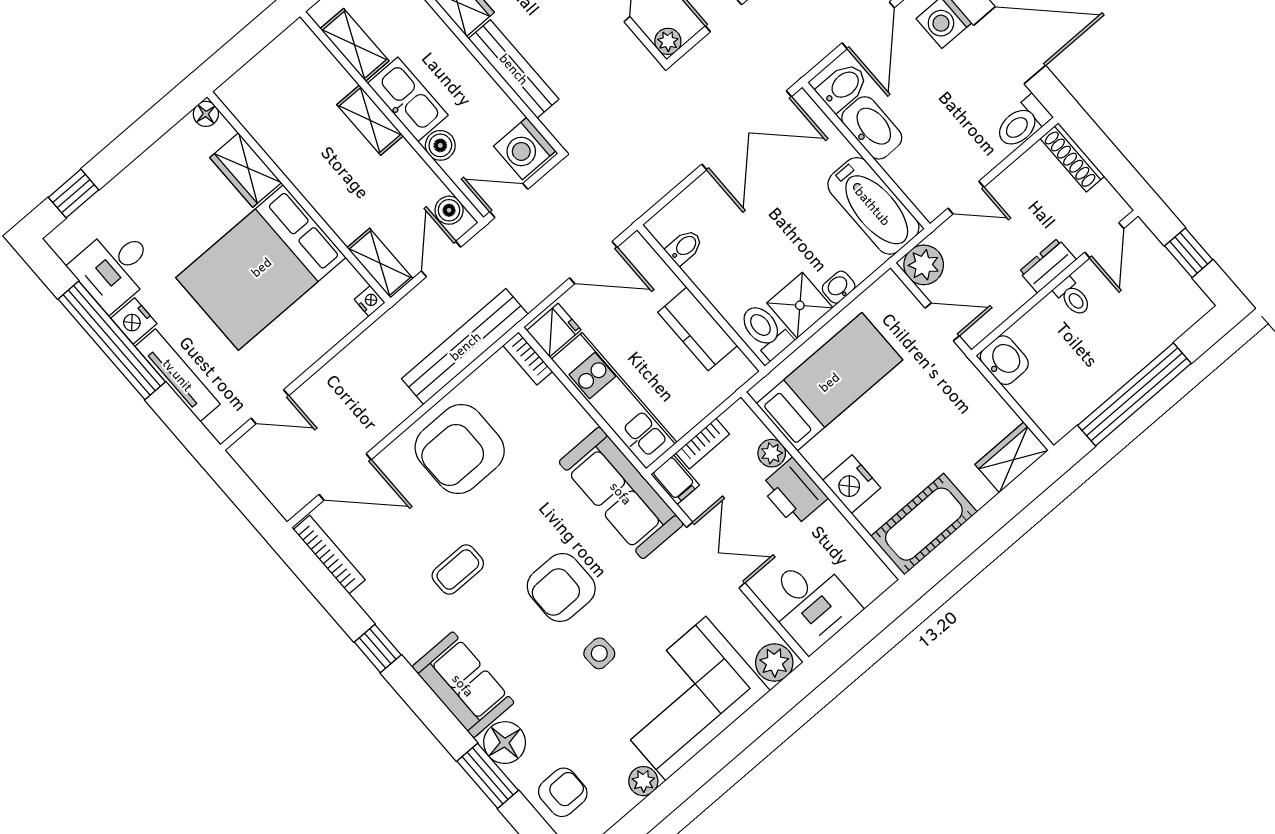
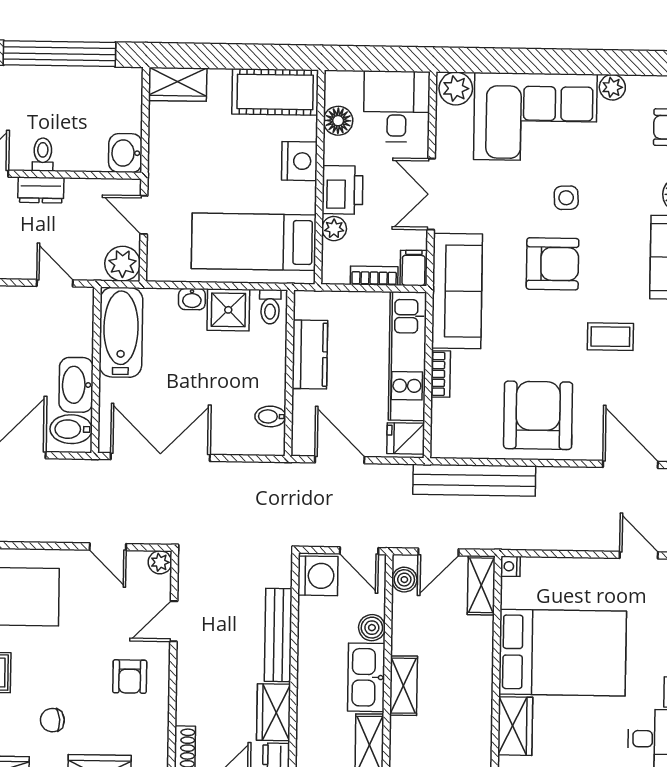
toilet: (765, 331) -> (270, 307), width x0.73, depth x0.72
bookcase: (528, 358) -> (441, 374), moved
armchair: (460, 449) -> (538, 415), turned -90
floor lamp: (849, 547) -> (338, 121), added

